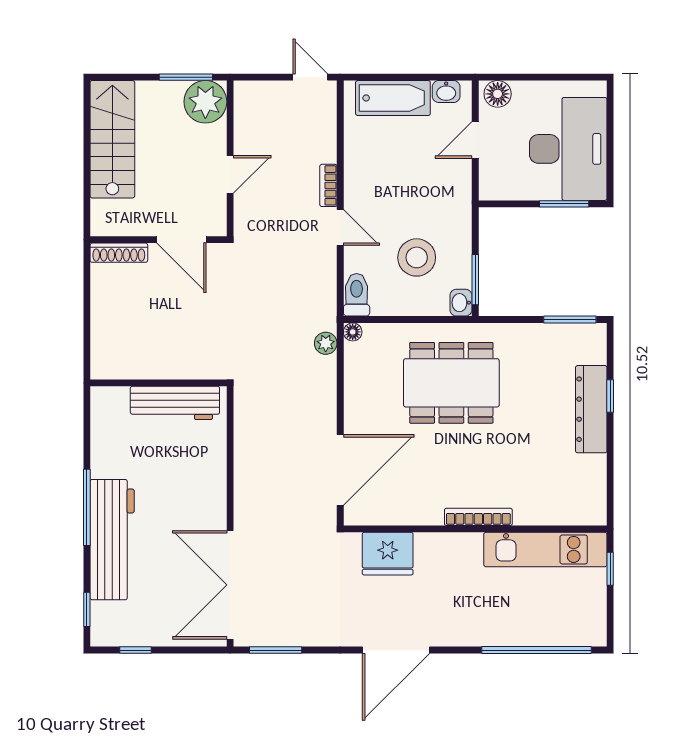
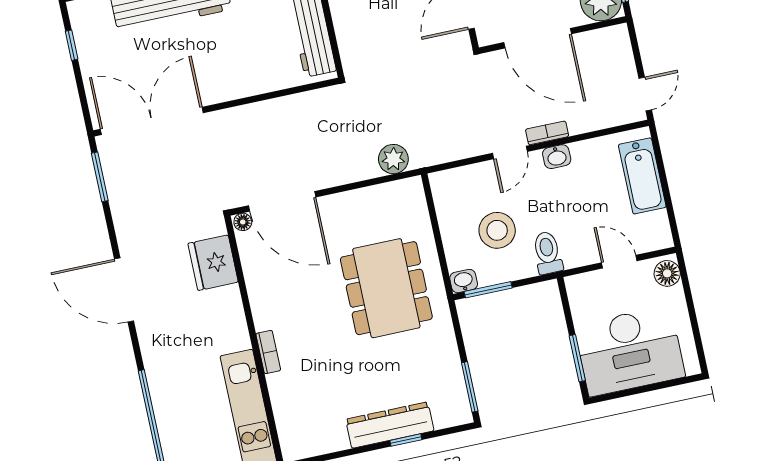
washbasin: (446, 92) -> (557, 157), moved, turned -90
door: (230, 174) -> (538, 38), width x1.87
toilet: (357, 295) -> (548, 253), moved, turned -90
floor lamp: (353, 332) -> (243, 222), moved
plant: (326, 343) -> (393, 159), width x1.38, depth x1.38
bookcase: (478, 517) -> (268, 352), width x0.64

